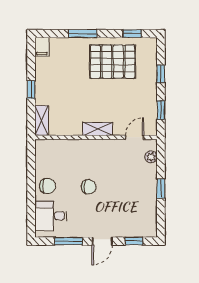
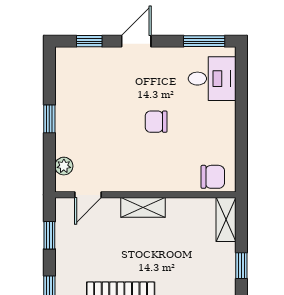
chair: (48, 186) -> (213, 177), moved, turned 180
window: (69, 241) -> (204, 41), moved

